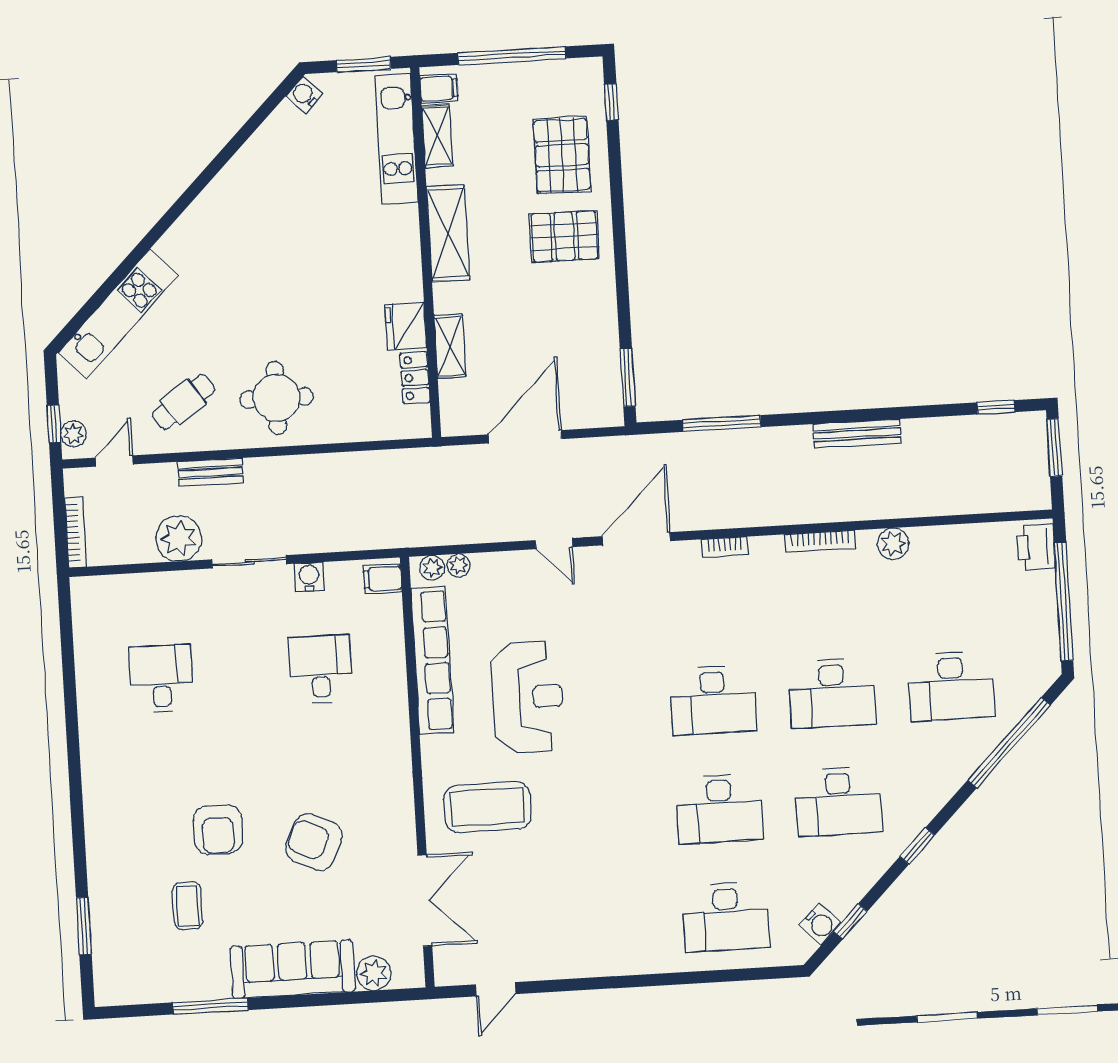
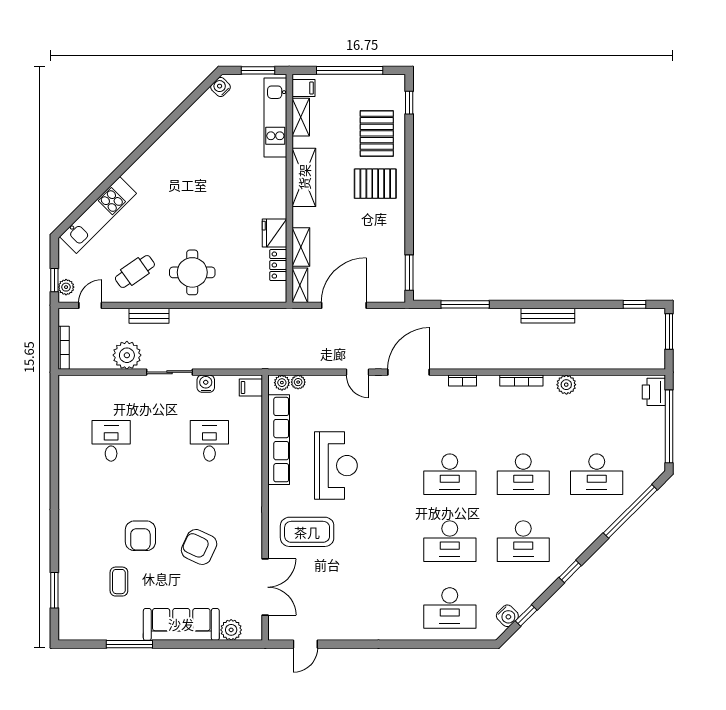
shelving: (452, 408) -> (300, 285), added

